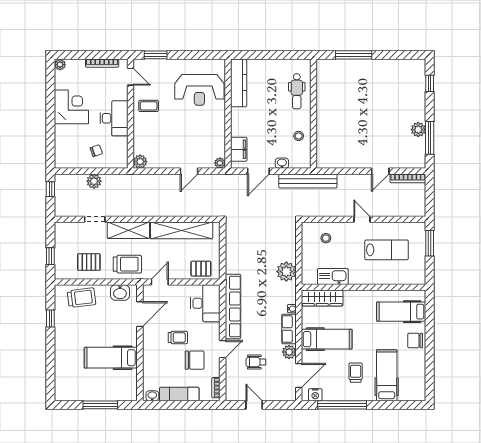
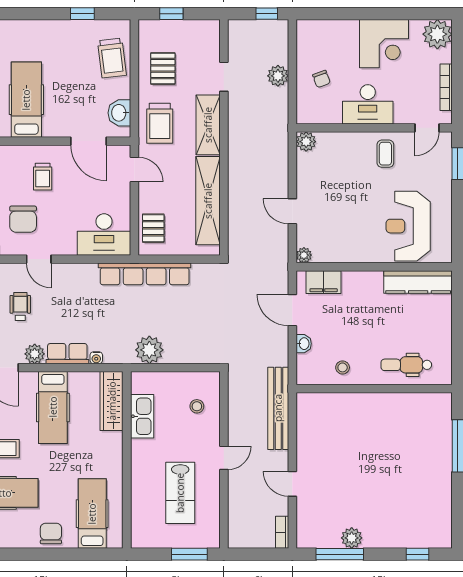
plant: (60, 65) -> (437, 34), width x1.88, depth x1.88
bookcase: (408, 178) -> (282, 532), width x0.64
bench: (308, 181) -> (278, 408), moved
row of seats: (233, 306) -> (145, 274), moved
trolley: (178, 337) -> (43, 177), moved

